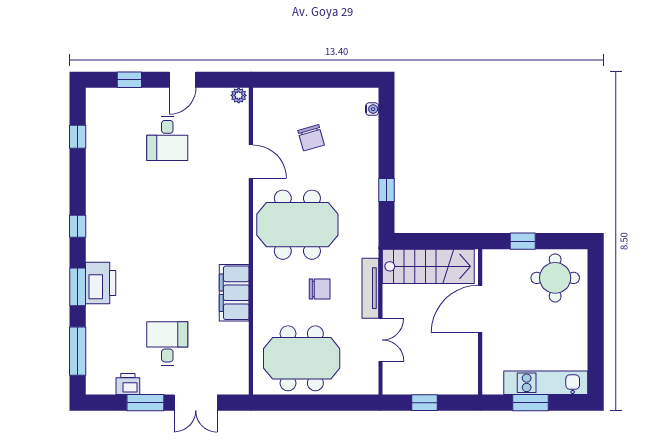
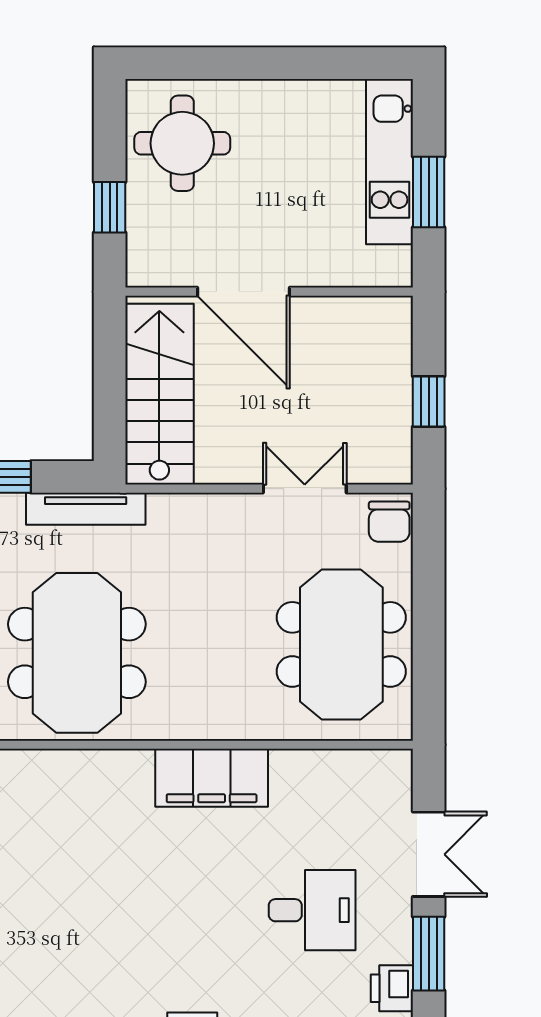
tv unit: (370, 288) -> (86, 509), moved
chair: (320, 289) -> (389, 522), moved, turned 180
desk: (167, 344) -> (312, 910), turned 180

